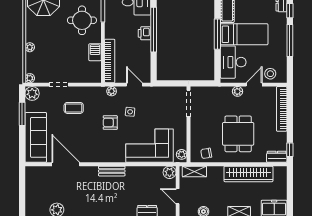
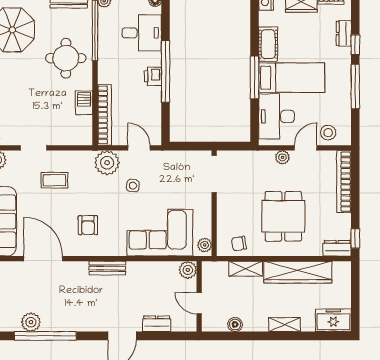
plant: (112, 91) -> (107, 163), width x1.88, depth x1.88
armchair: (110, 123) -> (88, 225), moved, turned -90
shelving: (194, 171) -> (246, 269), moved

